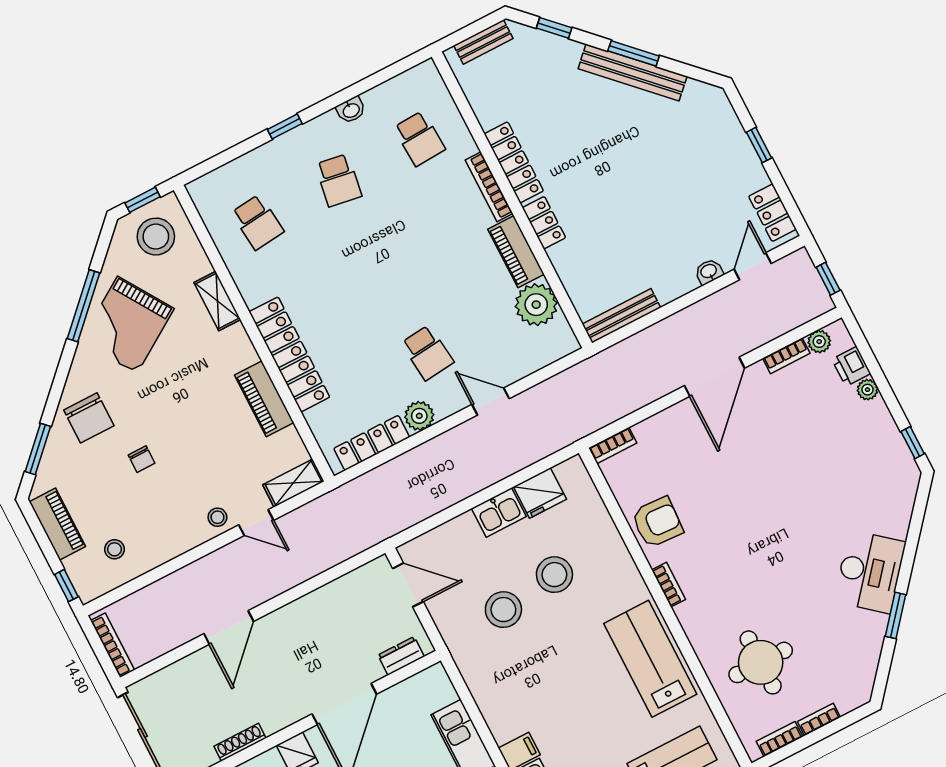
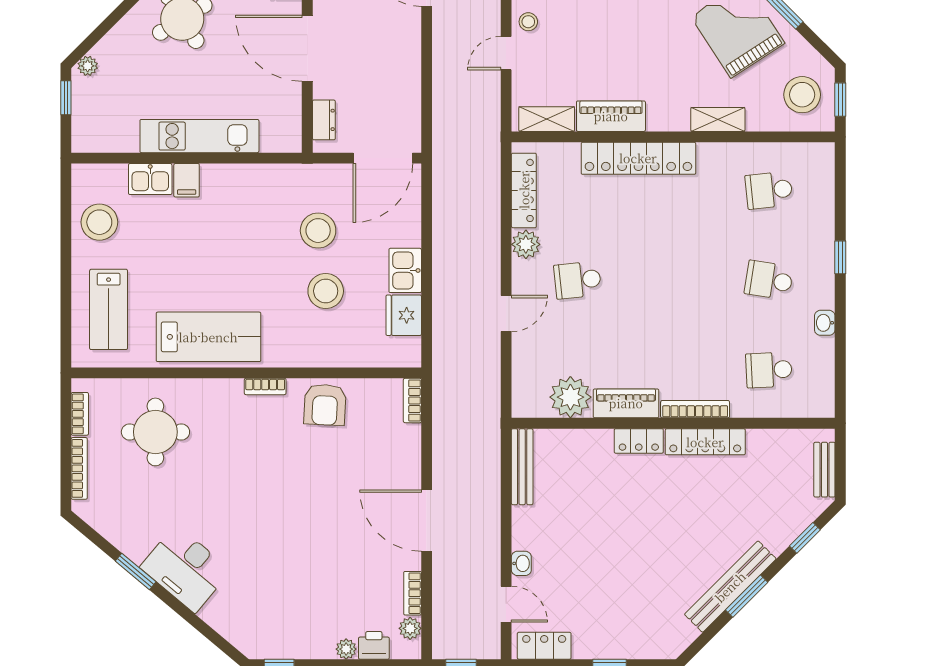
shelving: (293, 483) -> (547, 119), moved, turned 90
door: (408, 585) -> (383, 158), width x1.36
bookcase: (819, 719) -> (79, 468), width x1.56

